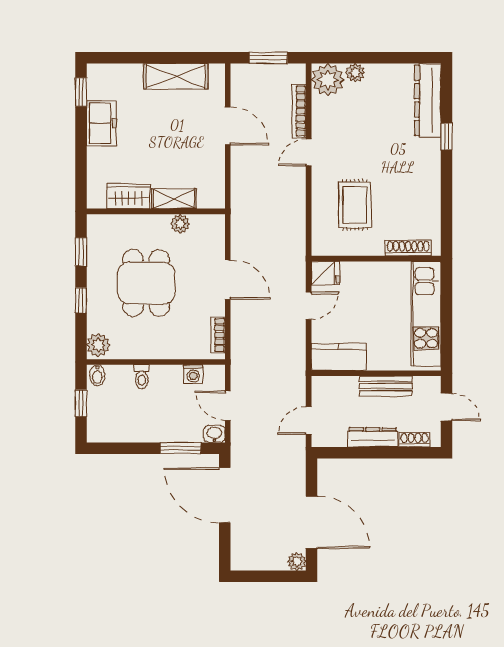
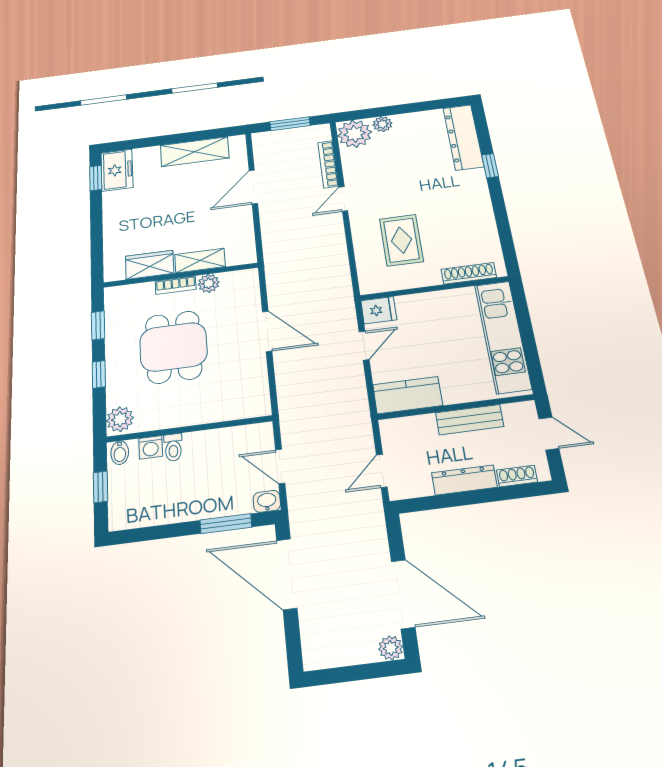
freezer: (101, 123) -> (117, 170), moved
door: (228, 126) -> (253, 187), swing flipped
bookcase: (218, 335) -> (176, 285), moved, turned -90
washing machine: (193, 374) -> (151, 447), moved

